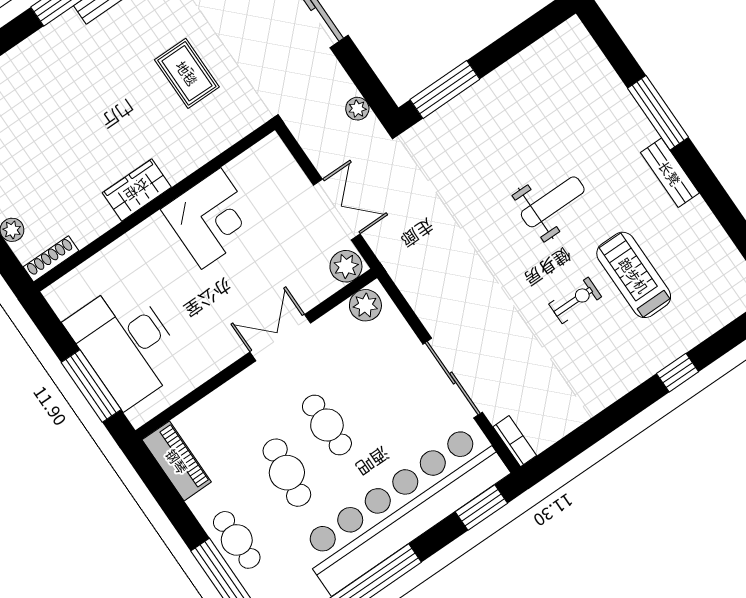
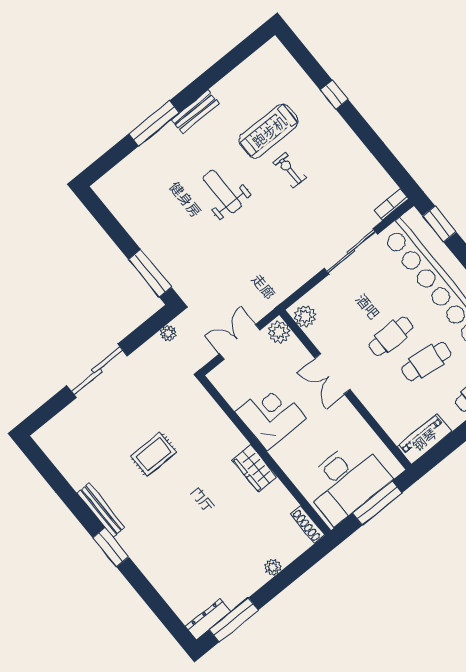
wardrobe: (137, 190) -> (255, 469), moved
wall: (154, 206) -> (265, 455), moved
corner desk: (211, 219) -> (270, 415), moved
shoe rack: (51, 259) -> (308, 524), moved

